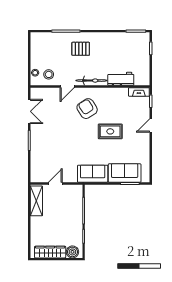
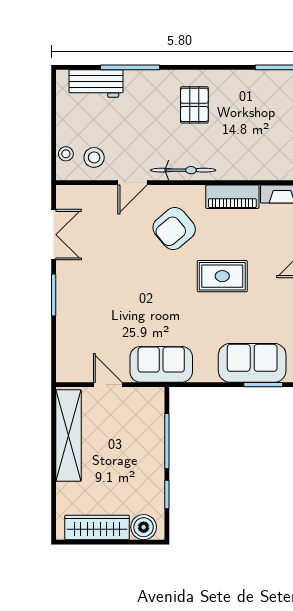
pallet: (81, 49) -> (194, 105), moved, turned 90
workbench: (121, 79) -> (96, 83), moved, turned 180
piano: (115, 93) -> (232, 197), added
armchair: (87, 109) -> (174, 229), turned -98
sofa: (93, 174) -> (161, 364), moved
door: (55, 183) -> (108, 385), hinge flipped
shelving: (36, 201) -> (68, 436), width x1.47

